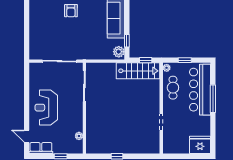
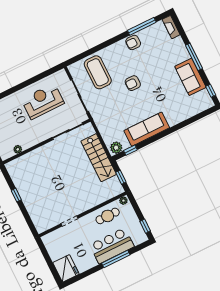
coffee table: (47, 36) -> (98, 72), added
window: (185, 60) -> (145, 226), moved
stairs: (138, 71) -> (99, 158), moved
bar counter: (200, 90) -> (112, 246), width x0.73
reception desk: (46, 108) -> (43, 101), moved

